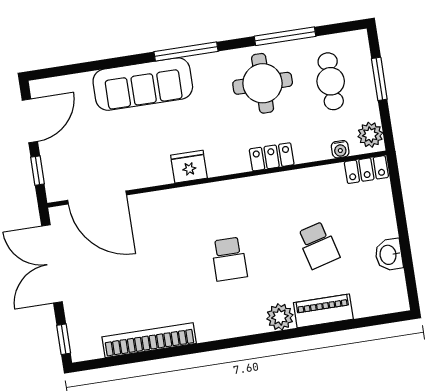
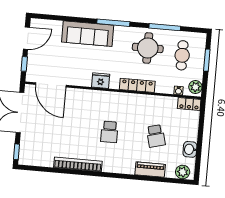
locker: (272, 157) -> (137, 85), width x1.53
plant: (280, 317) -> (183, 172), moved
bookcase: (149, 340) -> (78, 164), moved

